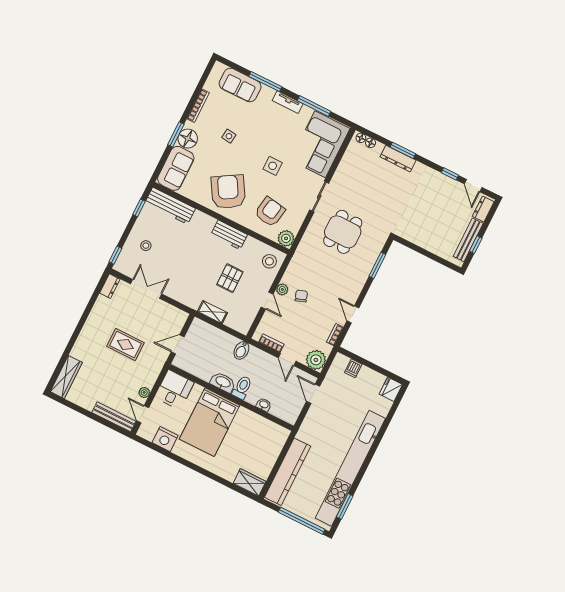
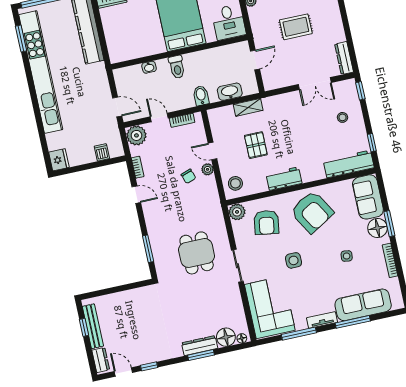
sofa: (240, 85) -> (363, 305), width x1.36
floor lamp: (370, 143) -> (226, 337), width x1.89, depth x1.89
dresser: (110, 286) -> (344, 58), width x1.44
washbasin: (223, 382) -> (230, 92), moved, turned 180

